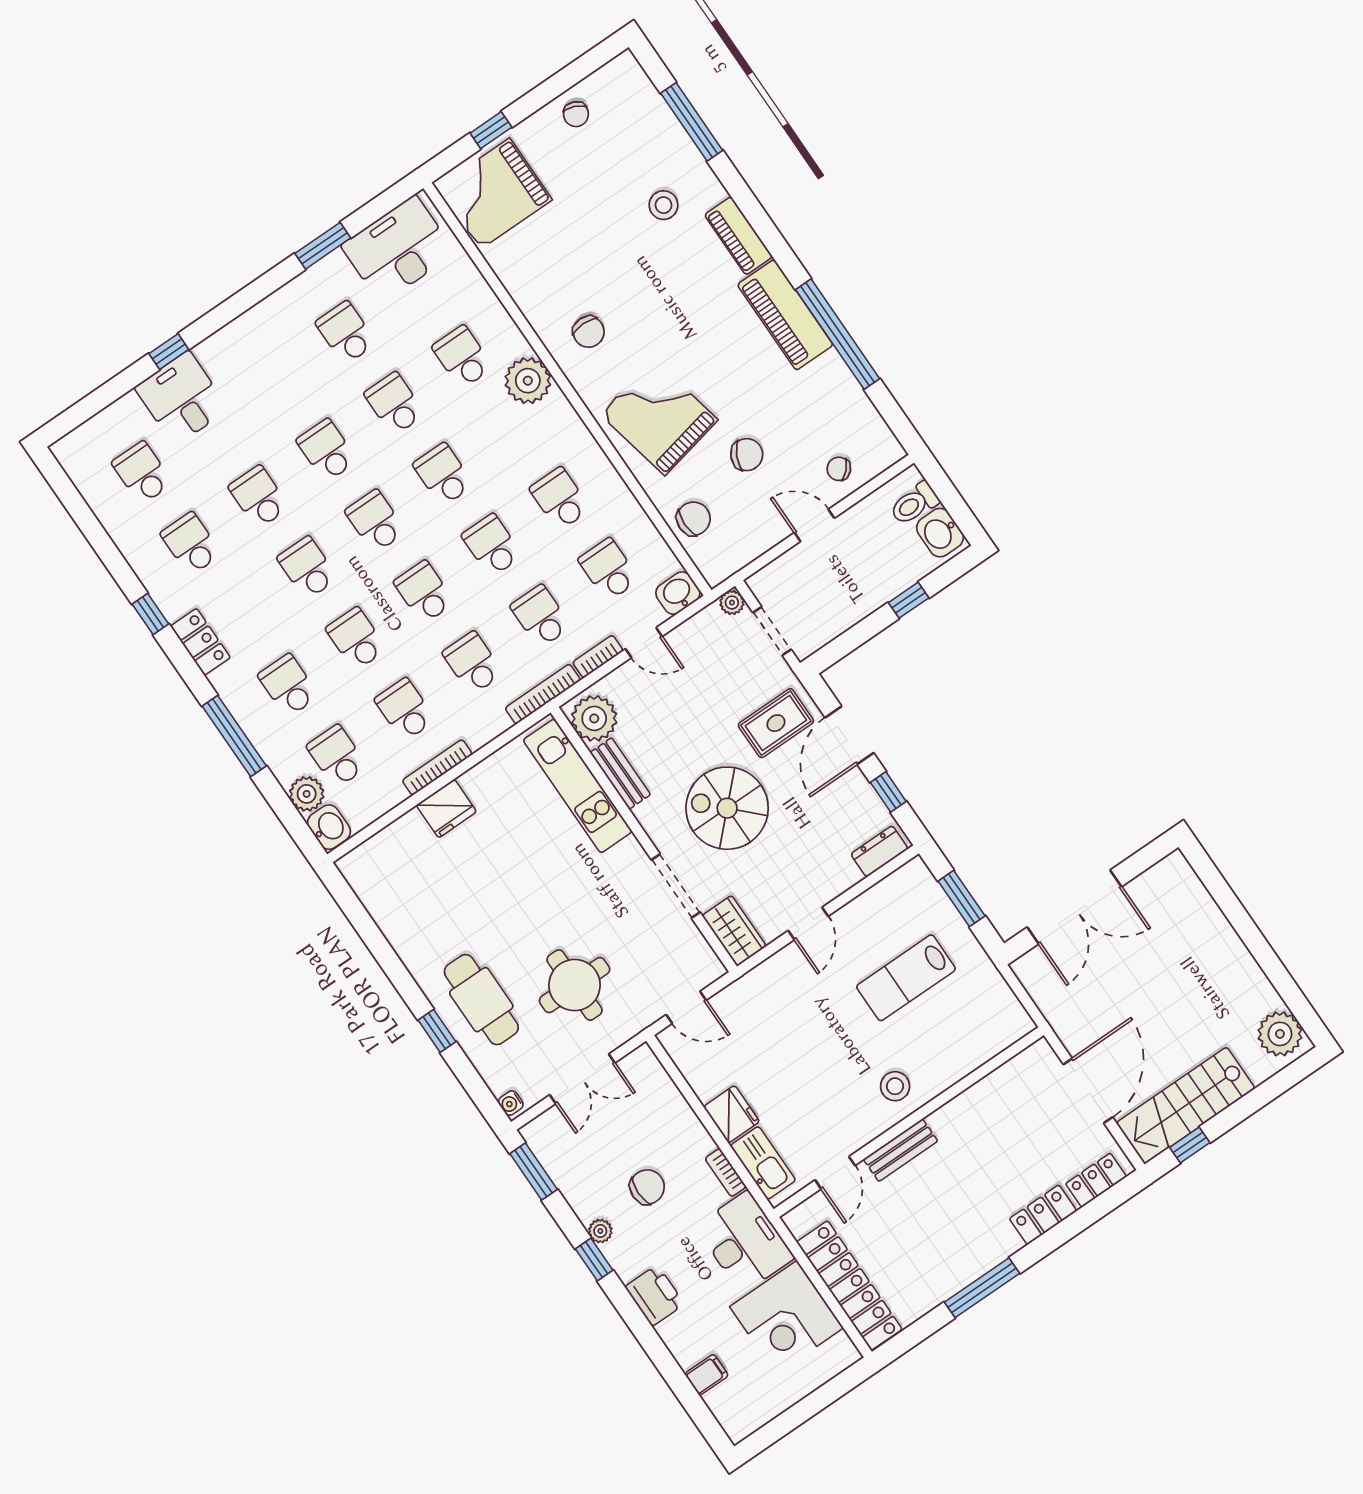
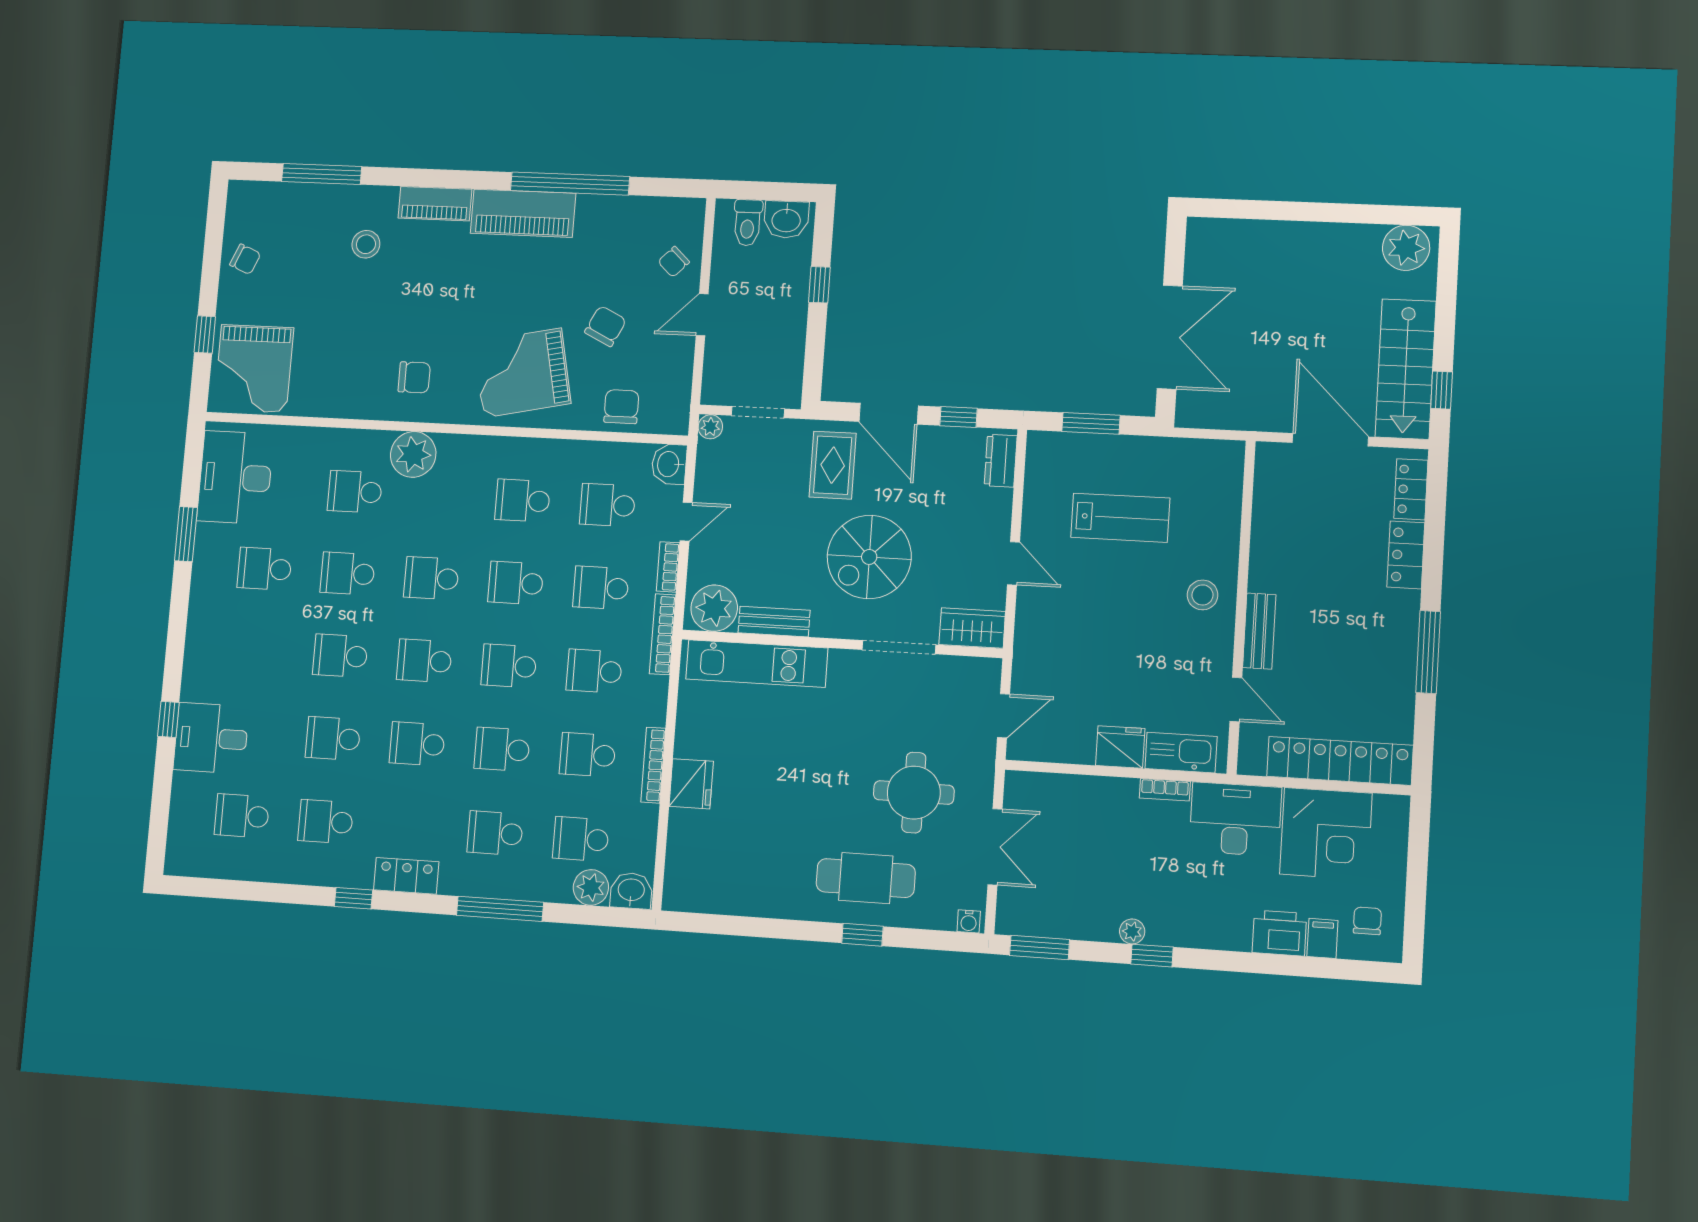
lab bench: (906, 978) -> (1120, 518), turned -90
chair: (647, 1187) -> (1367, 921), moved, width x0.73, depth x0.73
printer: (655, 1295) -> (1279, 933), moved

